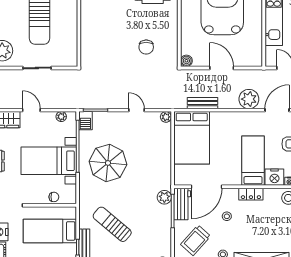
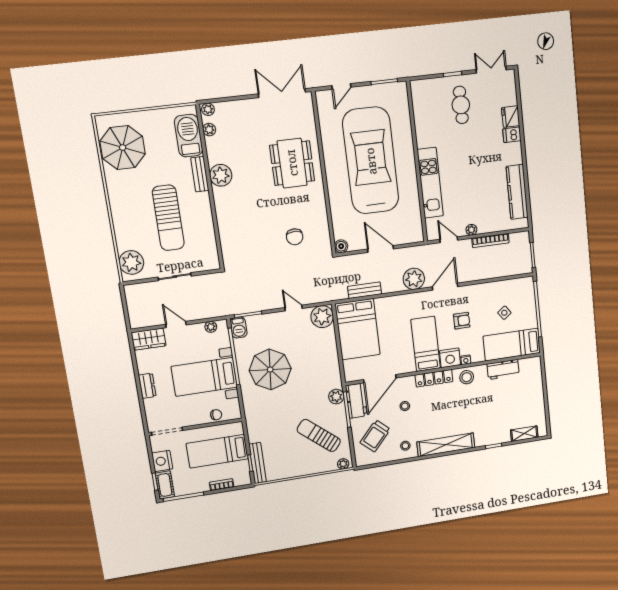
plant: (166, 117) -> (322, 317), width x1.87, depth x1.87
locker: (251, 194) -> (434, 378), width x1.53
sun lounger: (112, 224) -> (319, 436), moved

